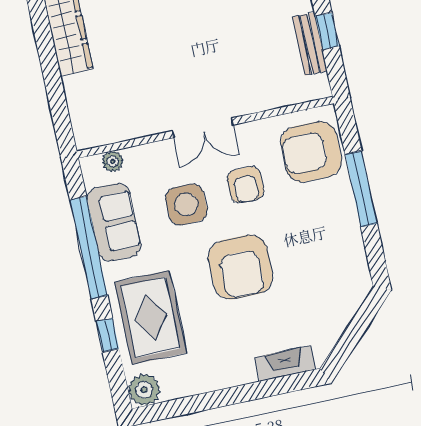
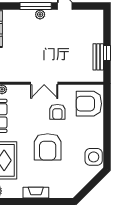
window: (361, 189) -> (107, 124), removed
side table: (186, 205) -> (94, 157), moved
fireplace: (285, 363) -> (36, 193), moved

